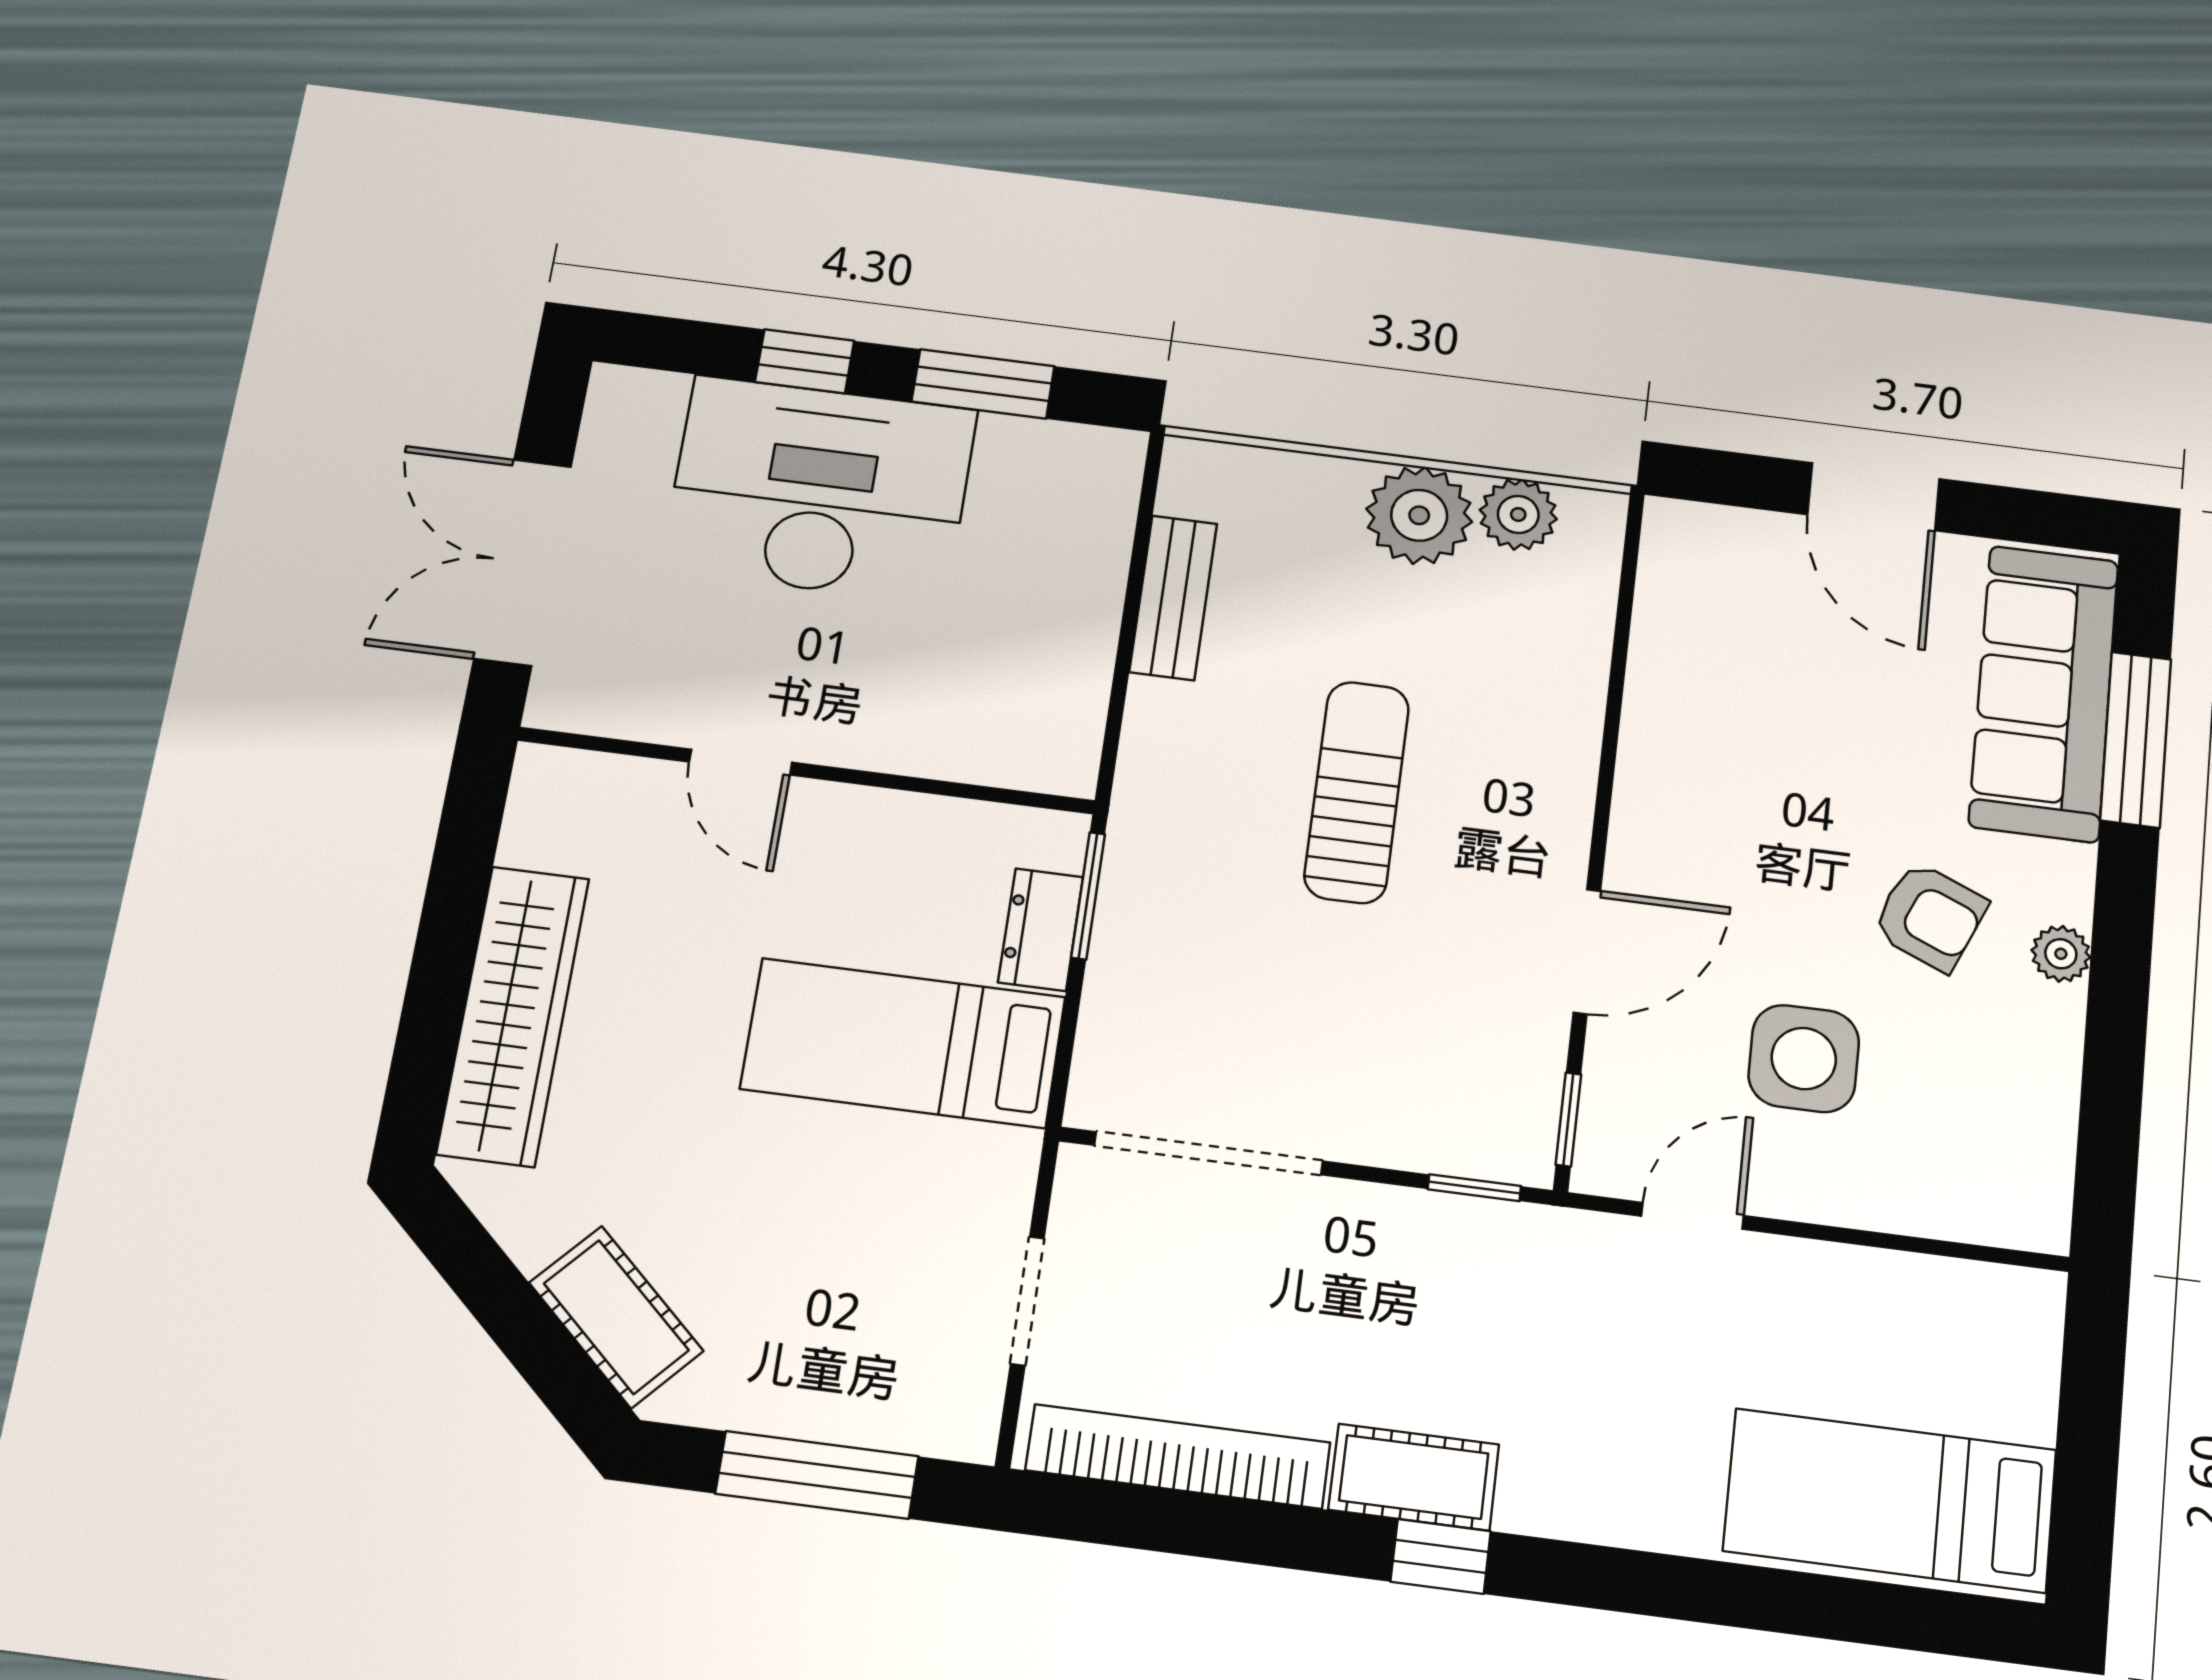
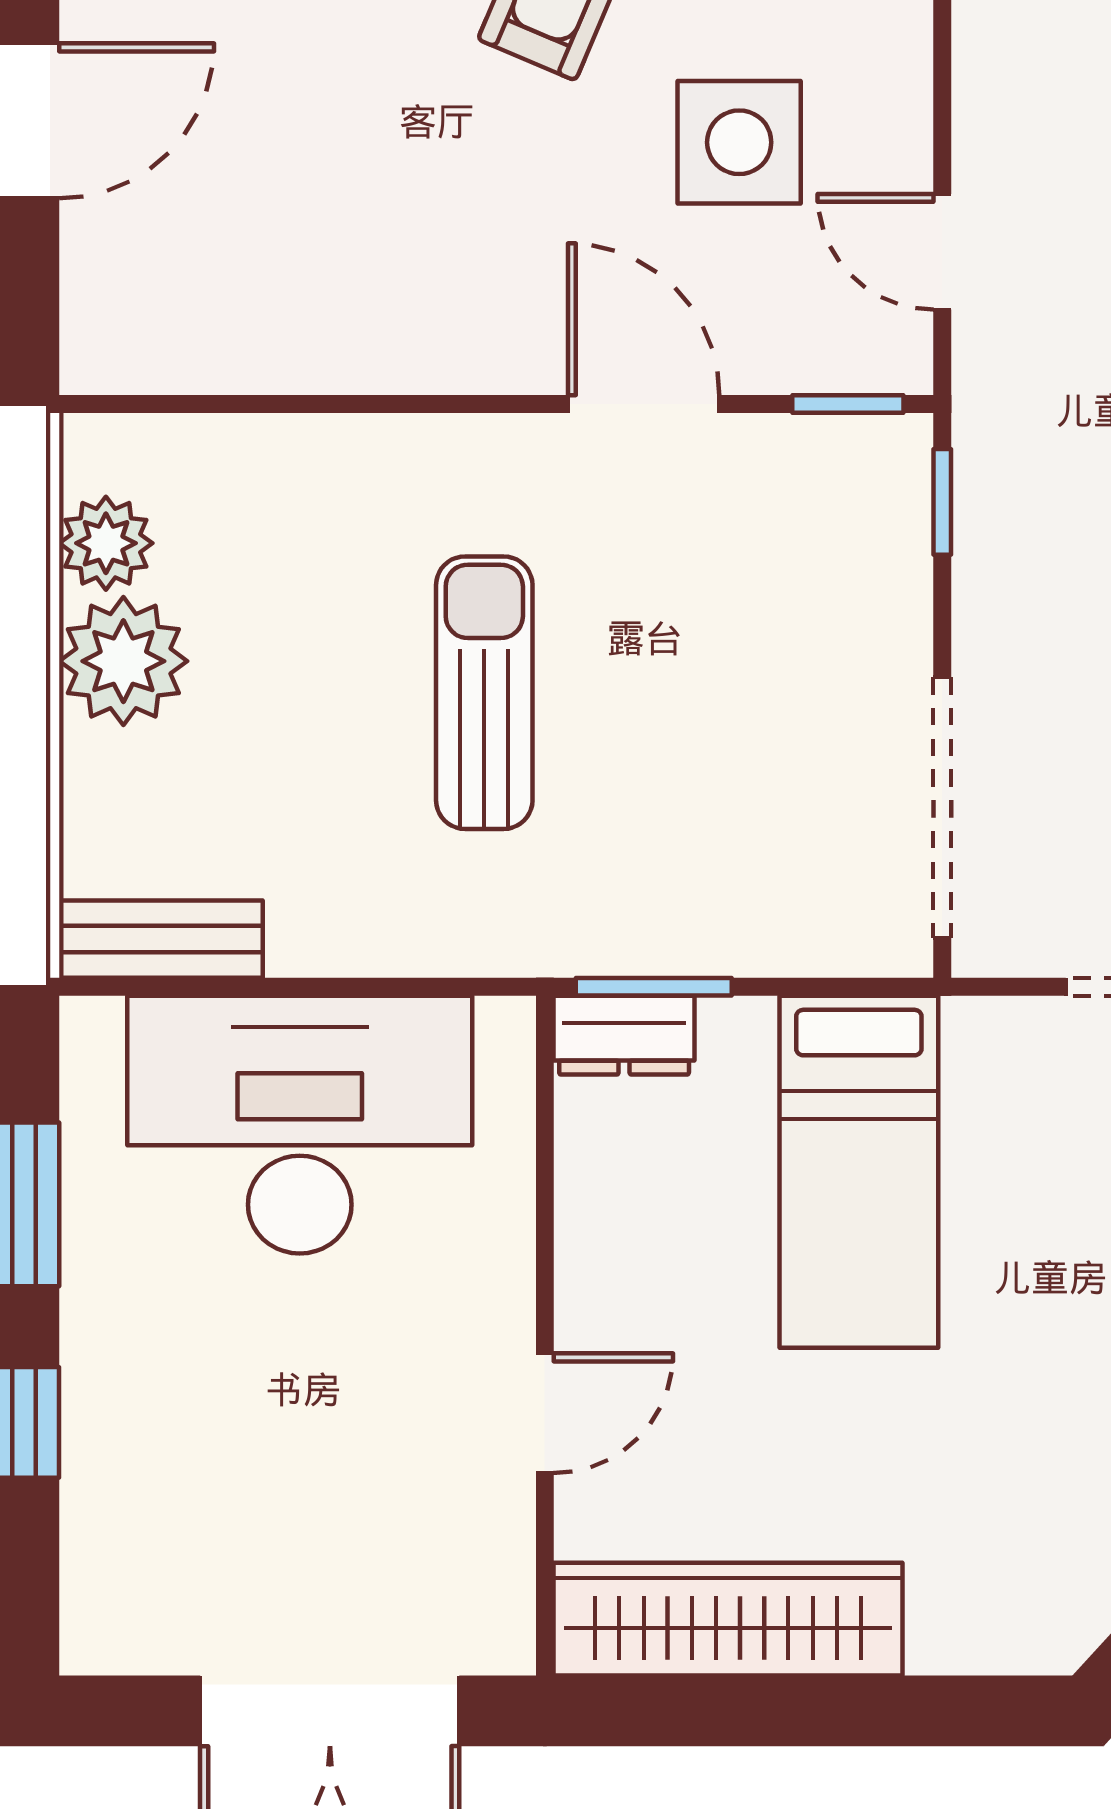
desk: (820, 489) -> (300, 1125), moved, turned 90
bench: (1173, 598) -> (161, 939), moved
sun lounger: (1357, 792) -> (484, 693), turned 90
dresser: (1041, 930) -> (624, 1035), moved
wardrobe: (513, 1016) -> (728, 1619), moved

